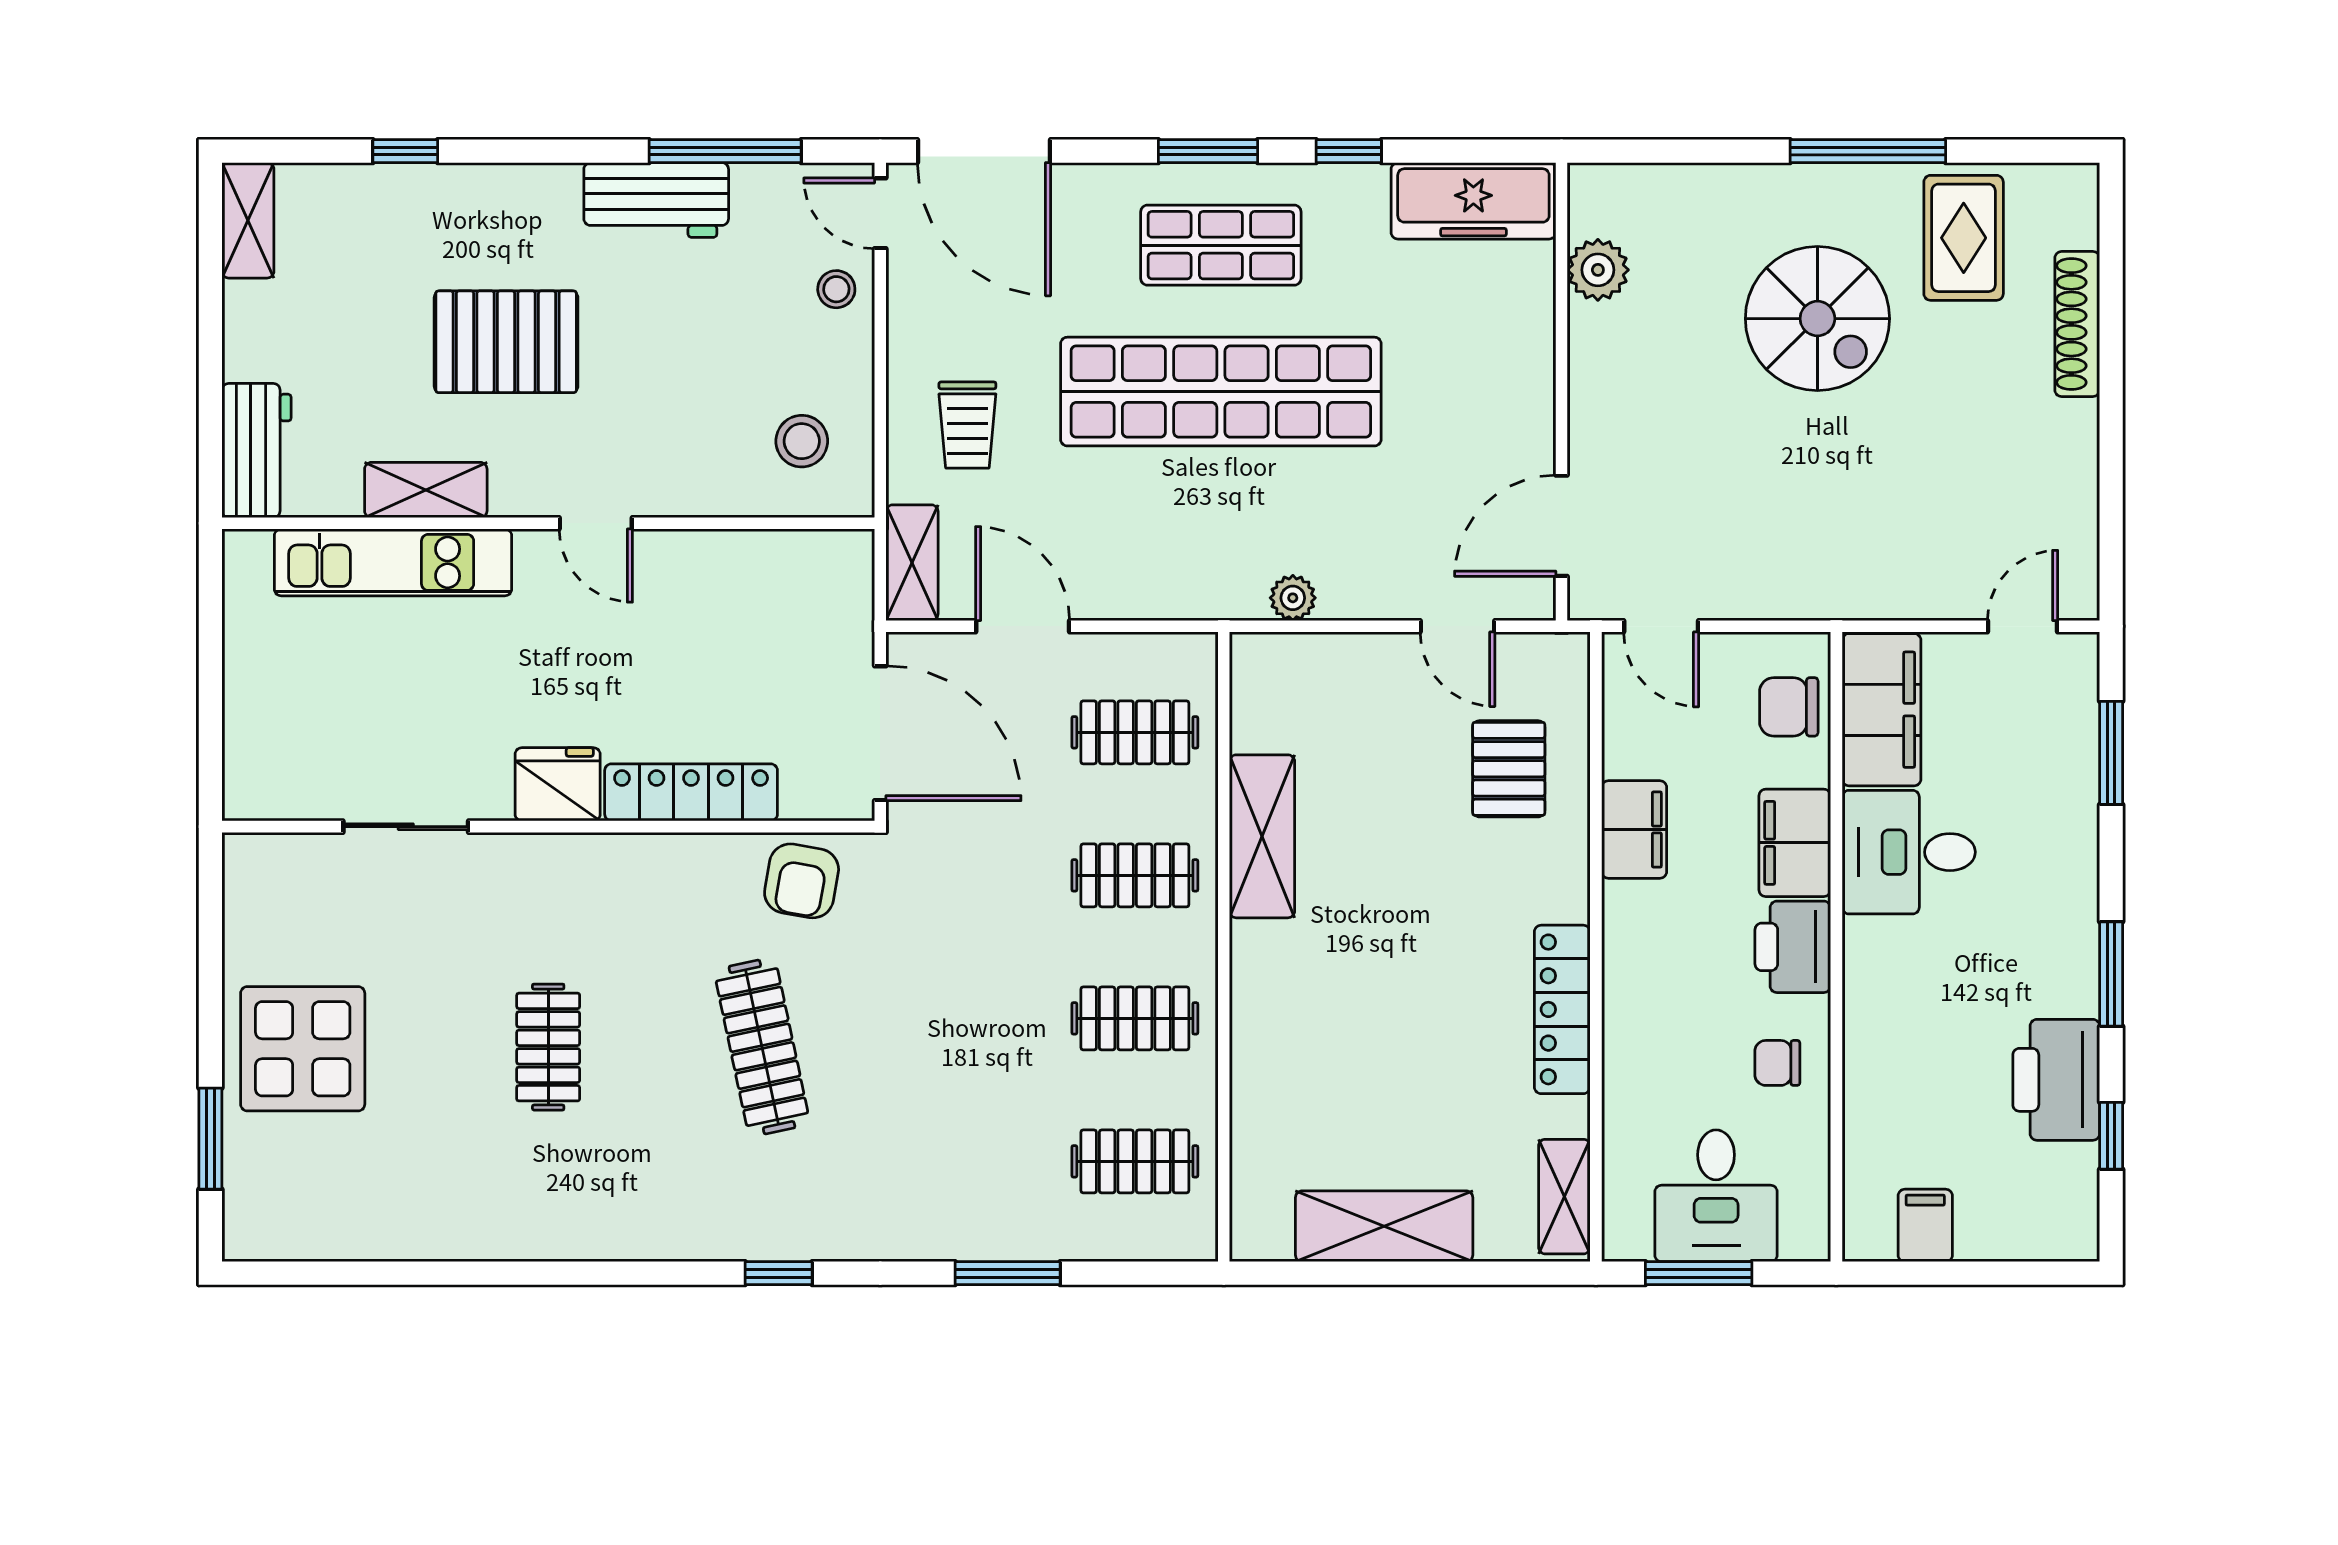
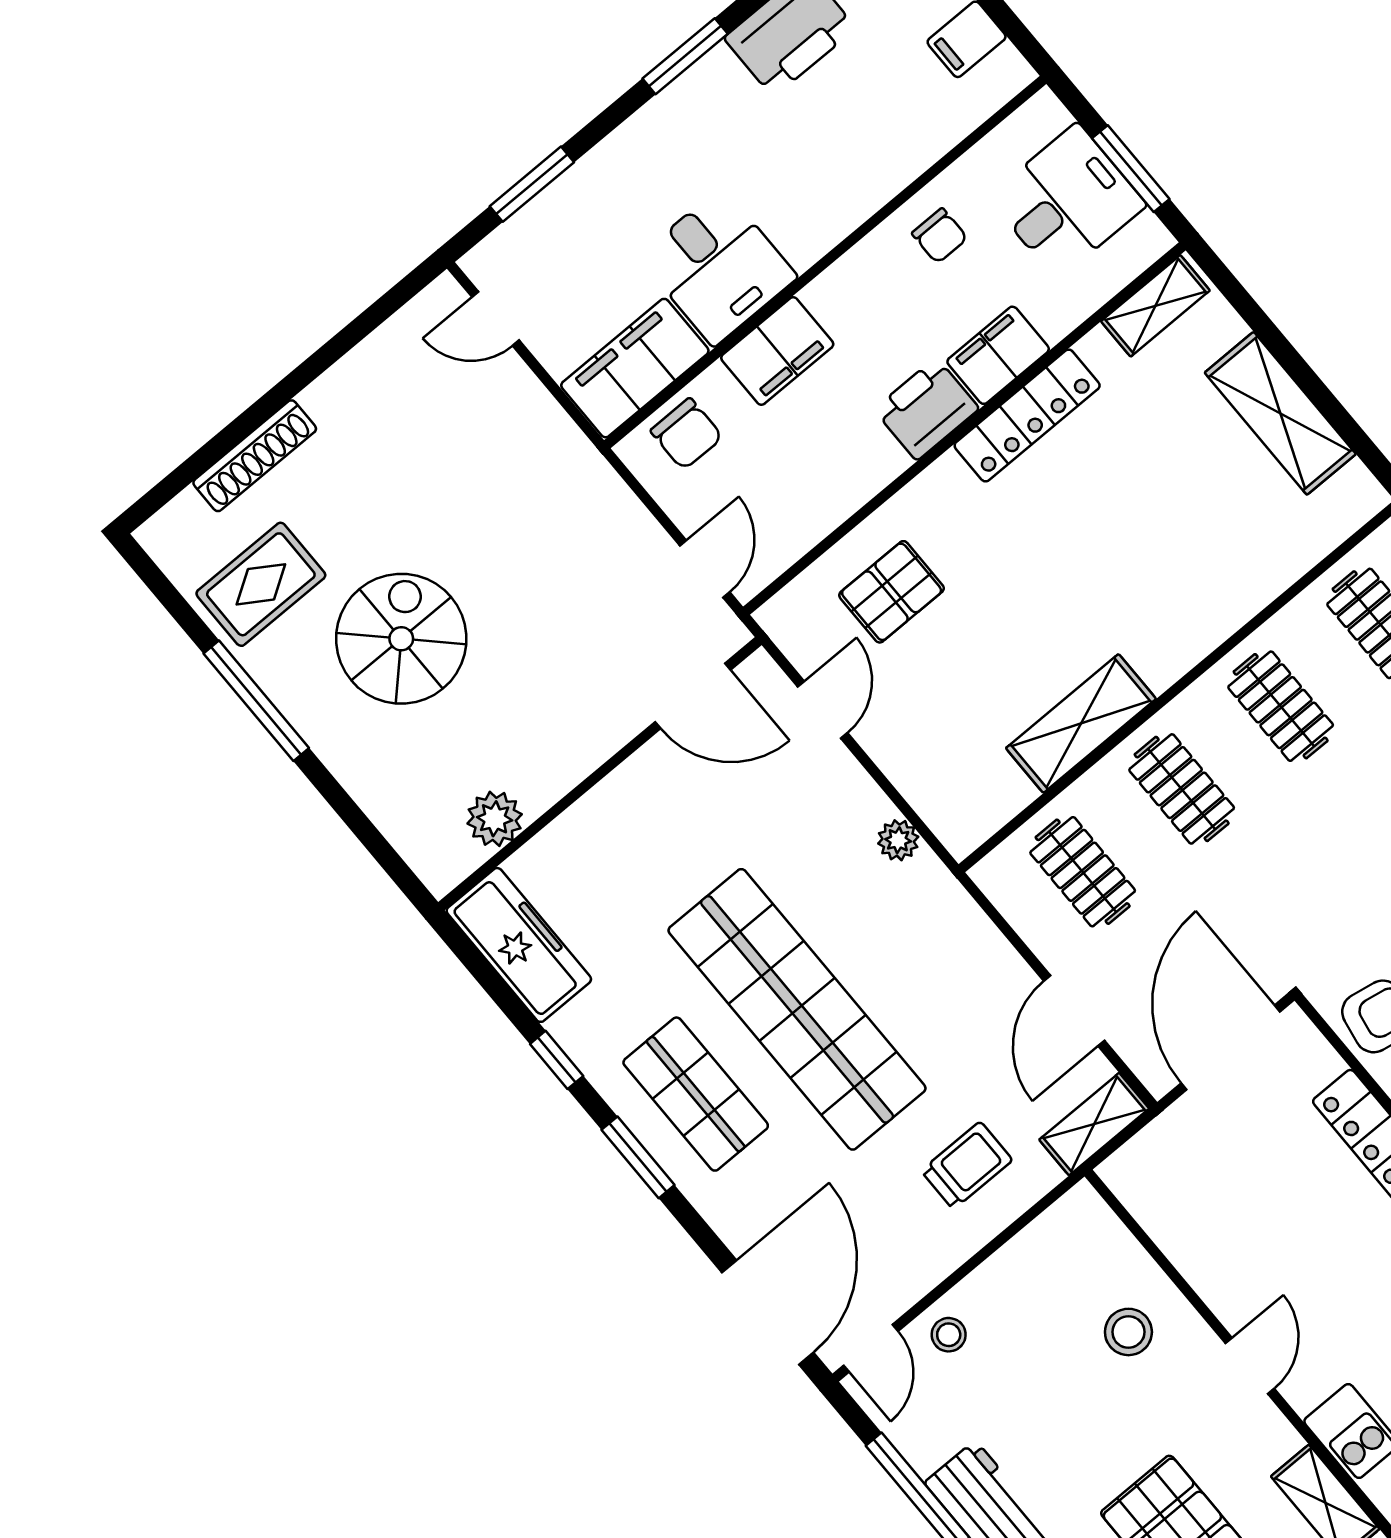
stool: (802, 441) -> (1128, 1332), moved
filing cabinet: (1634, 829) -> (998, 355), moved
printer: (1793, 947) -> (926, 409), moved, turned 180

